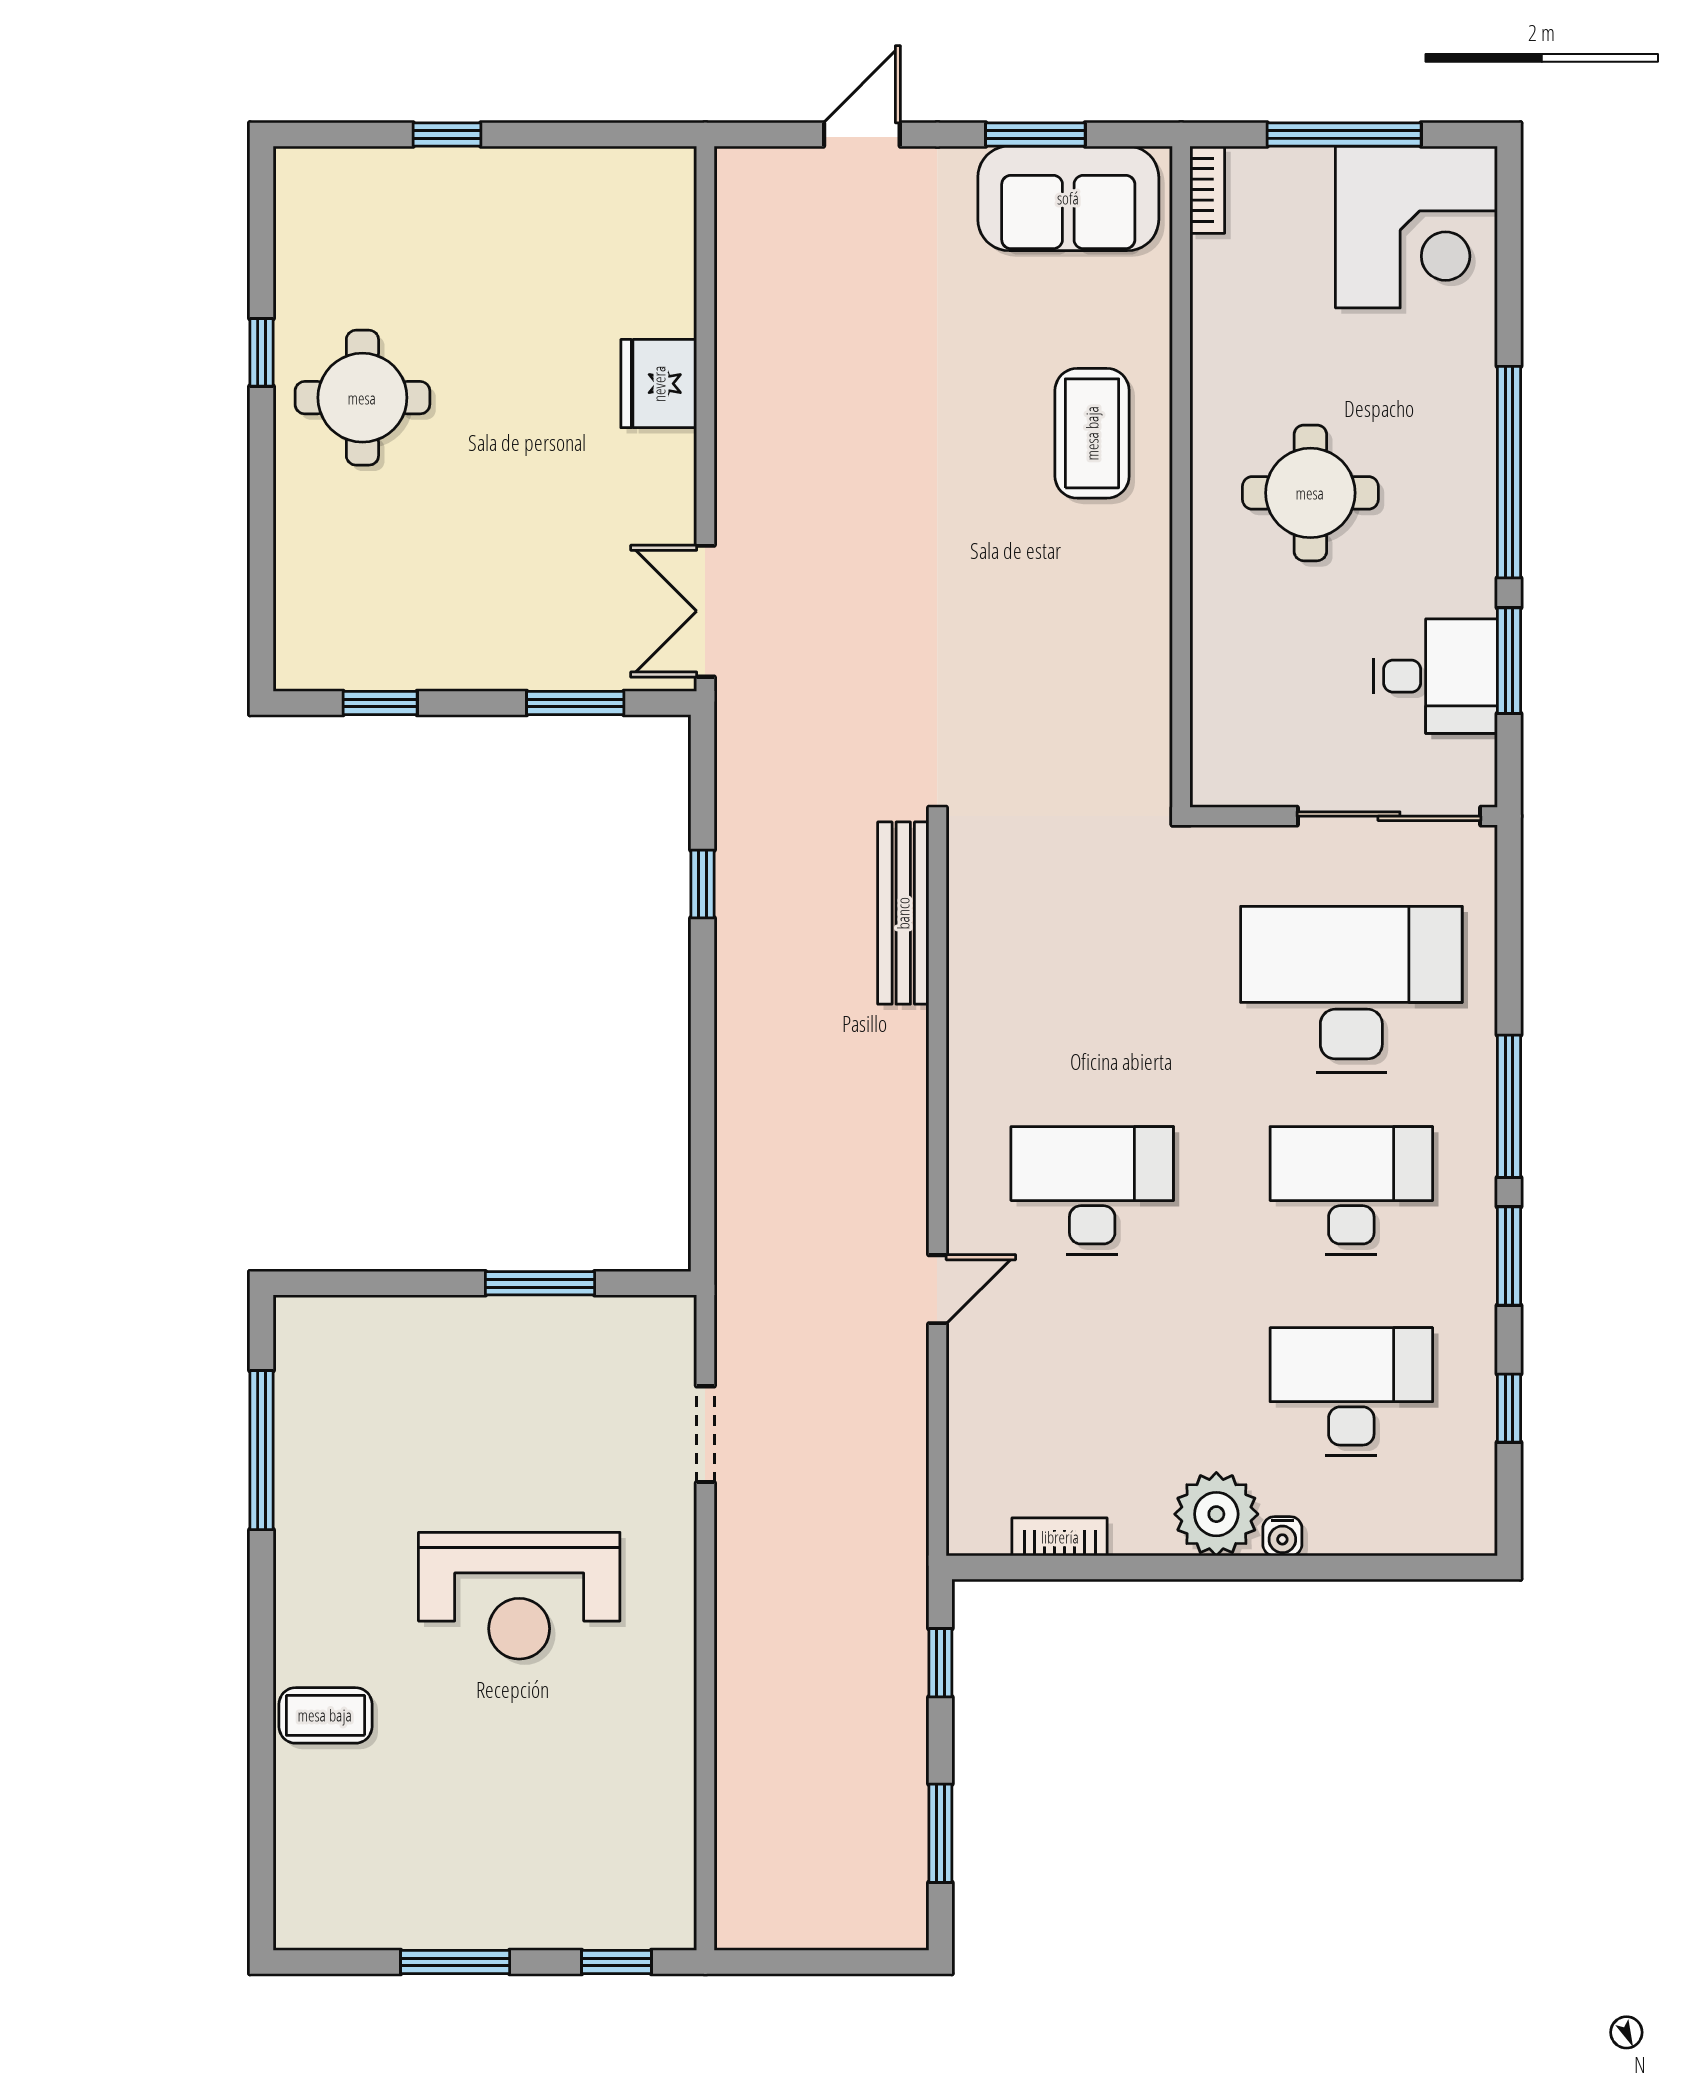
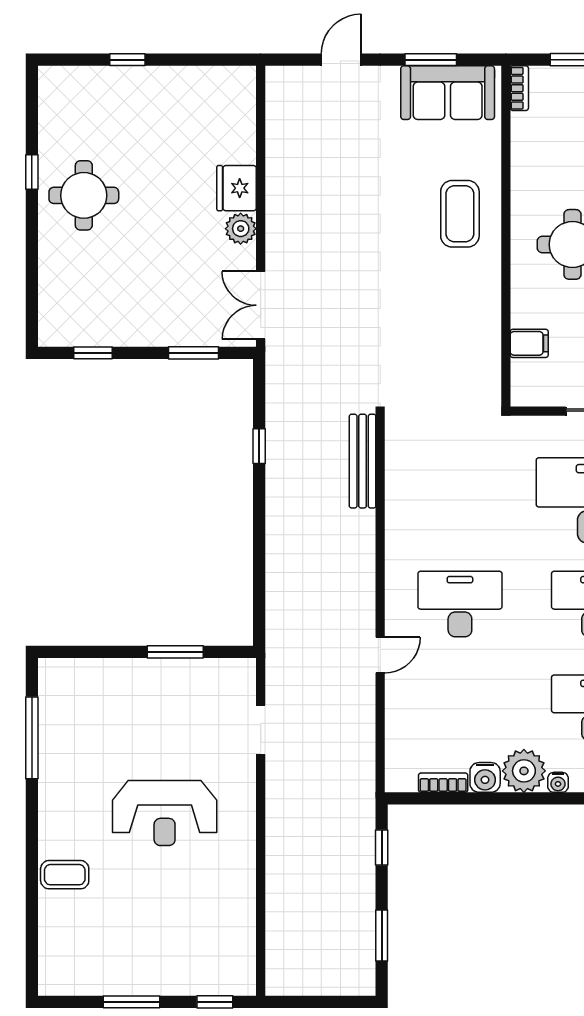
plant: (667, 462) -> (241, 229), added
filing cabinet: (1227, 685) -> (529, 343), added
water cooler: (1141, 1527) -> (485, 777), added

